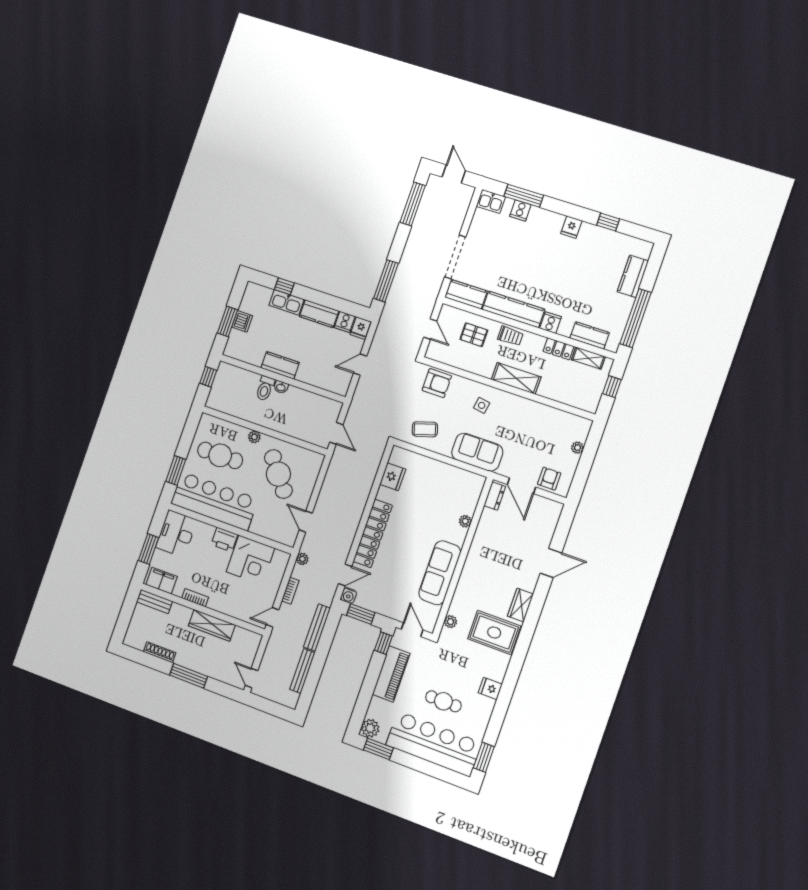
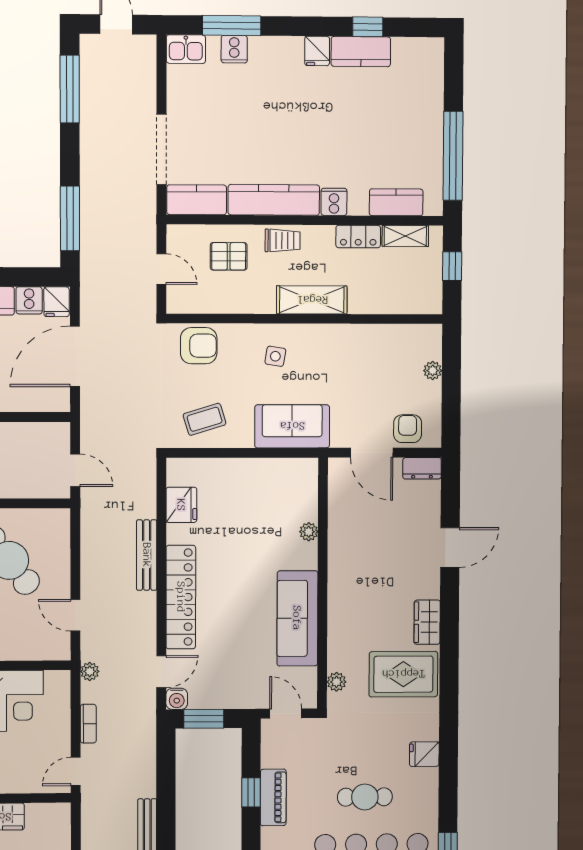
kitchen counter: (633, 276) -> (361, 52), moved, turned -90
door: (360, 365) -> (75, 356), width x1.88
dresser: (495, 496) -> (422, 468), moved, turned 90
bench: (317, 628) -> (147, 555), moved
window: (383, 643) -> (251, 792), moved
piano: (391, 674) -> (273, 797), width x0.73, depth x0.75

